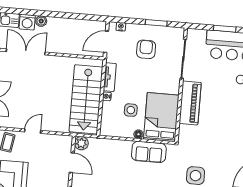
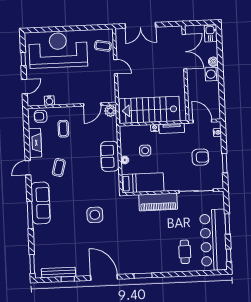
washing machine: (27, 22) -> (212, 74), moved
bed: (161, 117) -> (143, 183), width x0.67
sofa: (149, 152) -> (110, 156), moved

